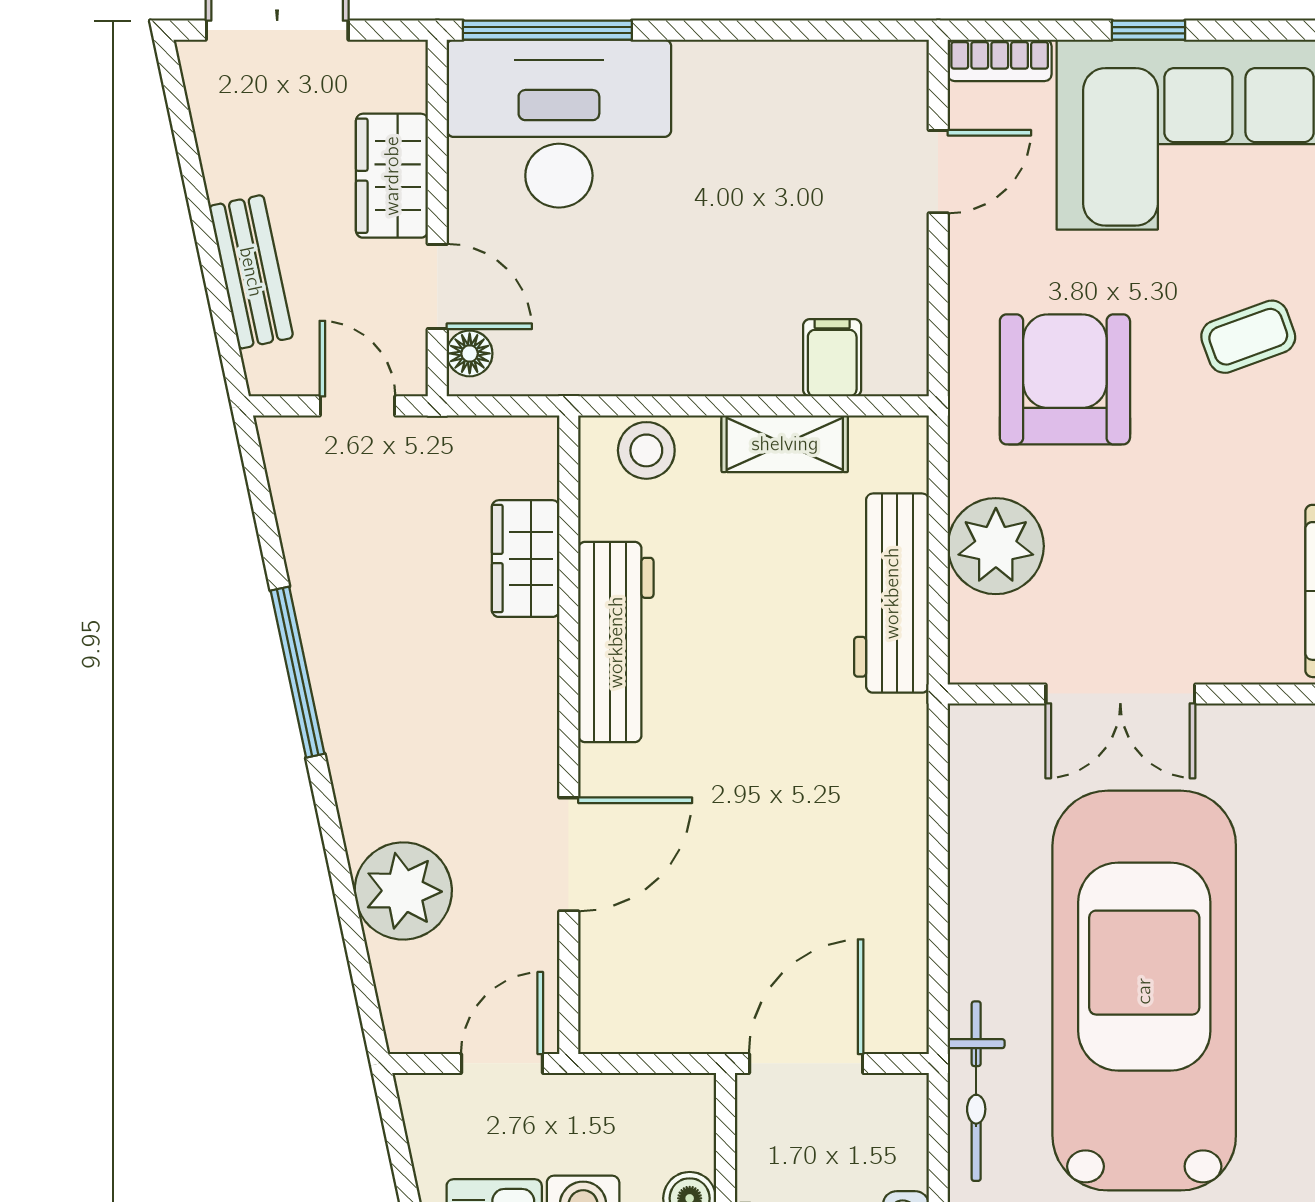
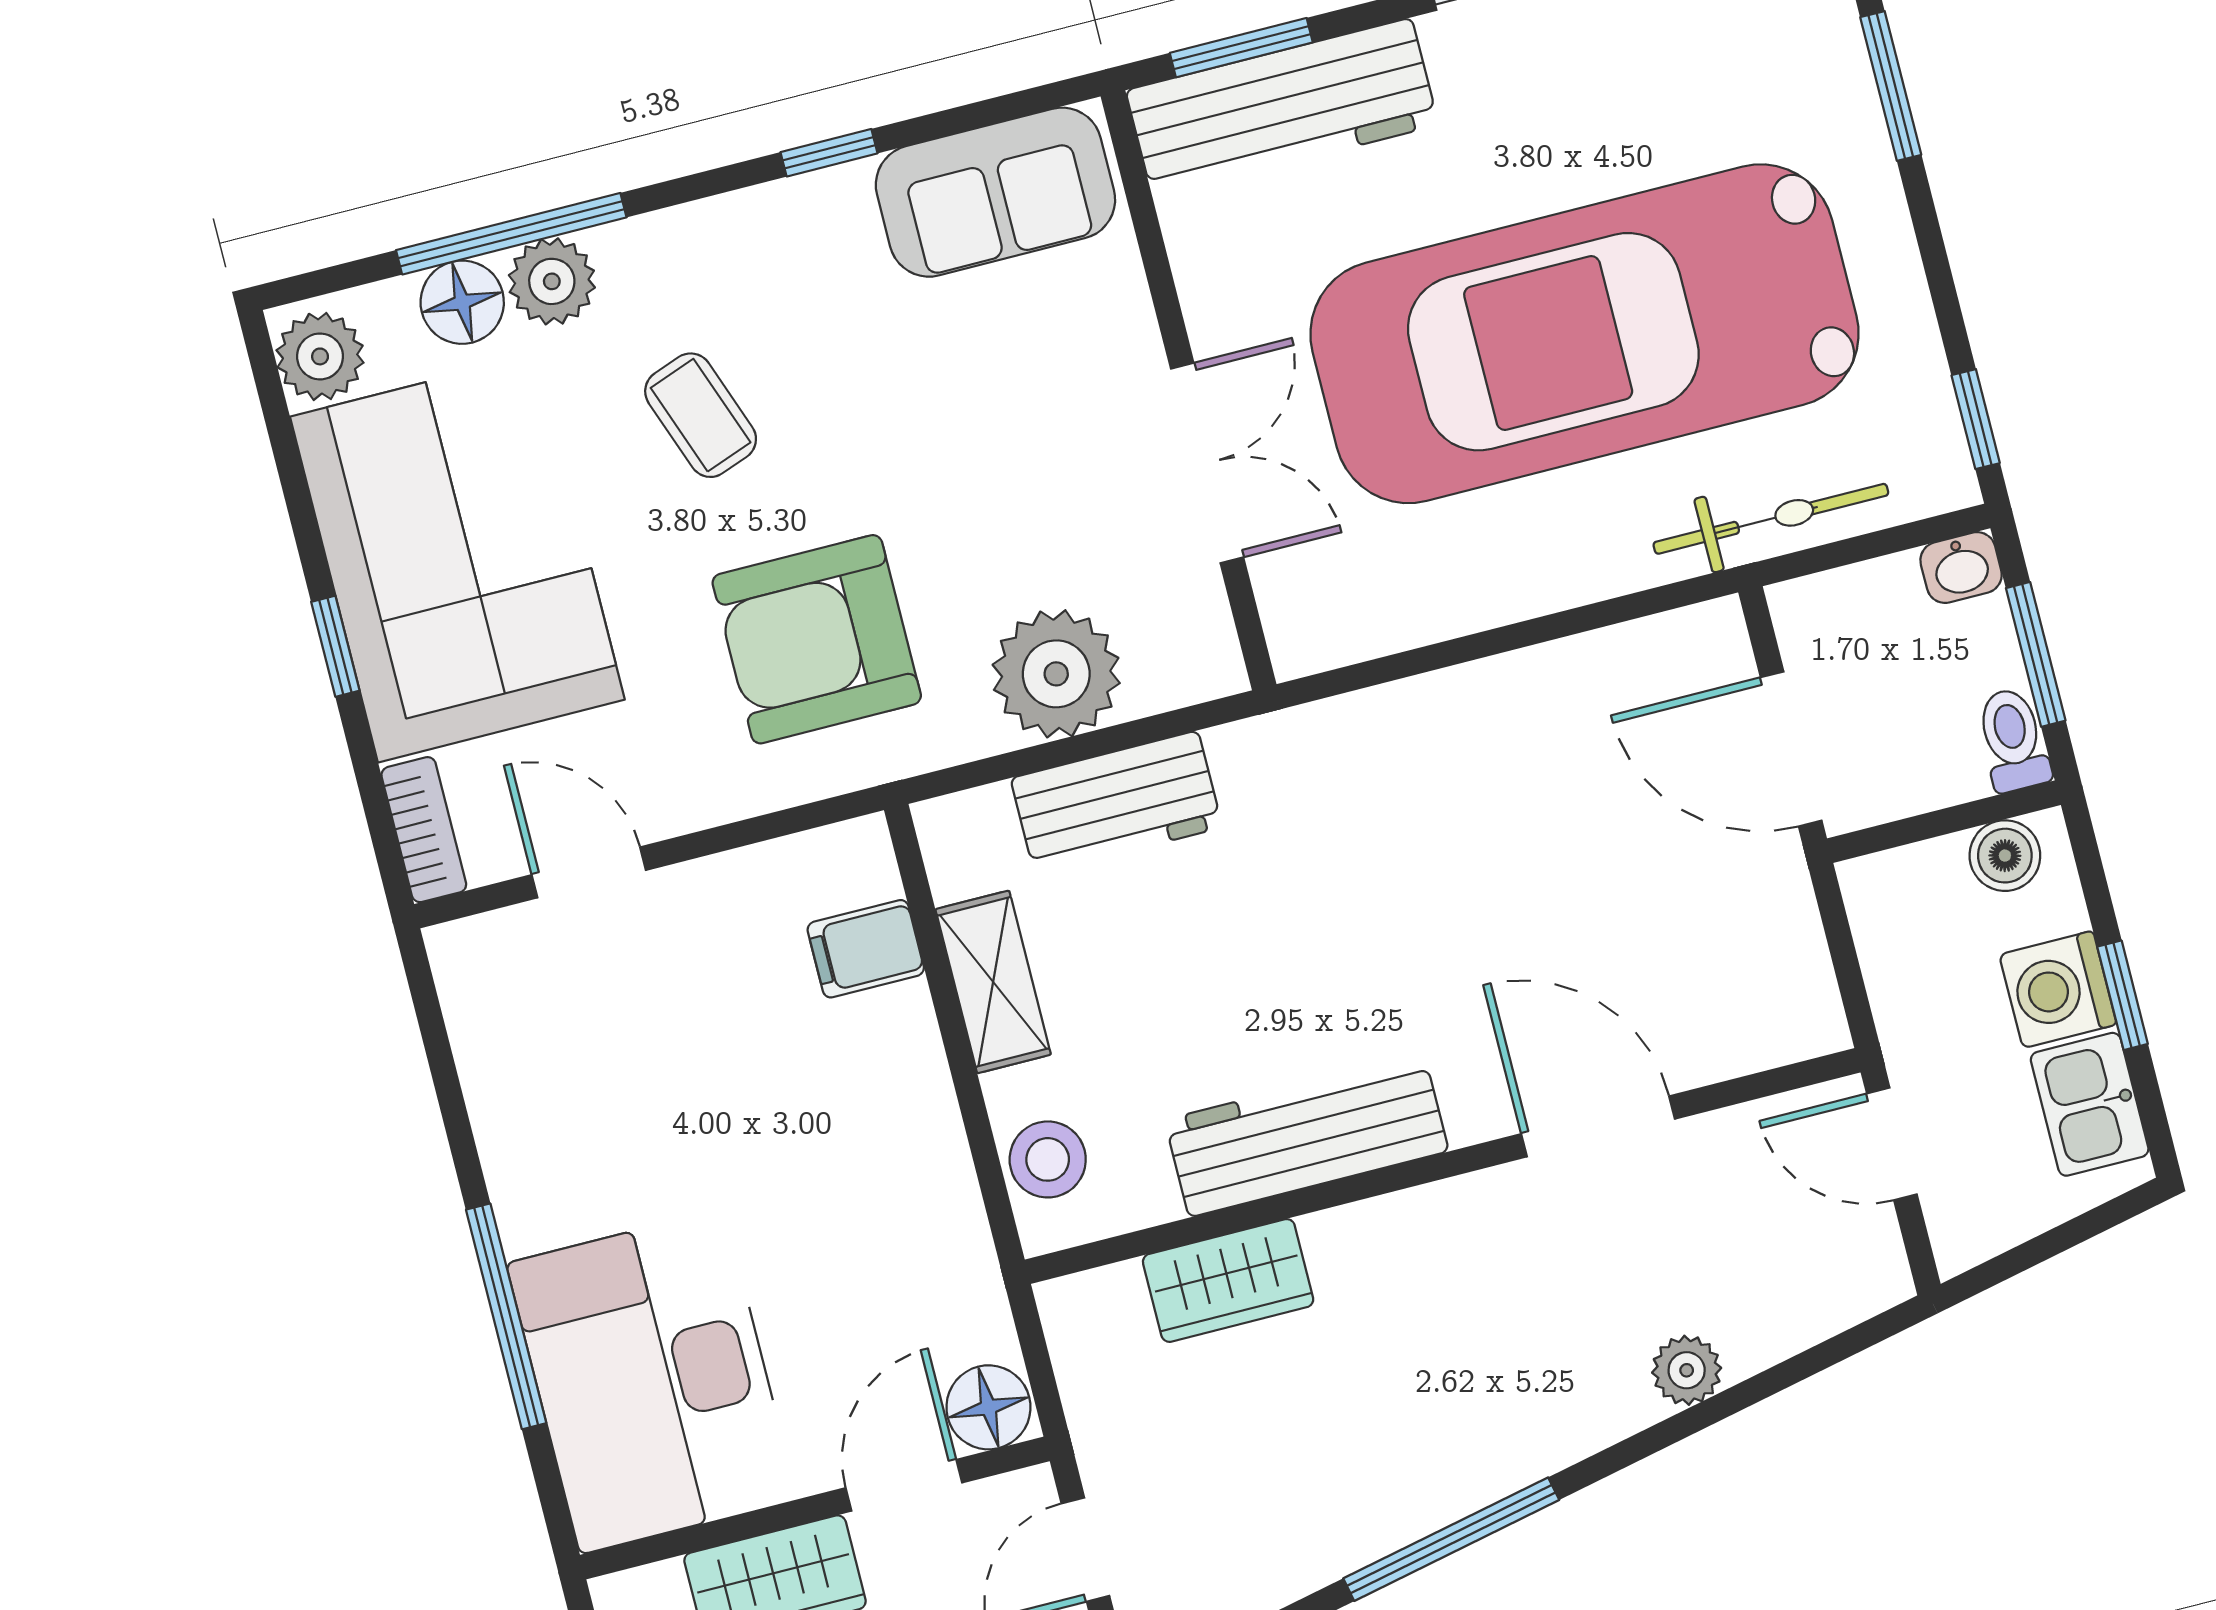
window: (547, 30) -> (506, 1316), moved
floor lamp: (470, 353) -> (988, 1407), width x1.37, depth x1.37
workbench: (892, 593) -> (1116, 803), width x0.73
plant: (403, 891) -> (1687, 1370), width x0.53, depth x0.53

